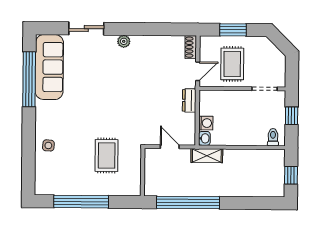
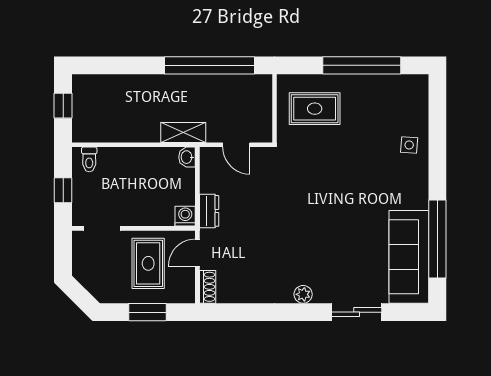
washing machine: (206, 123) -> (185, 216), moved, turned 90
rug: (107, 155) -> (315, 109), moved, turned 90

